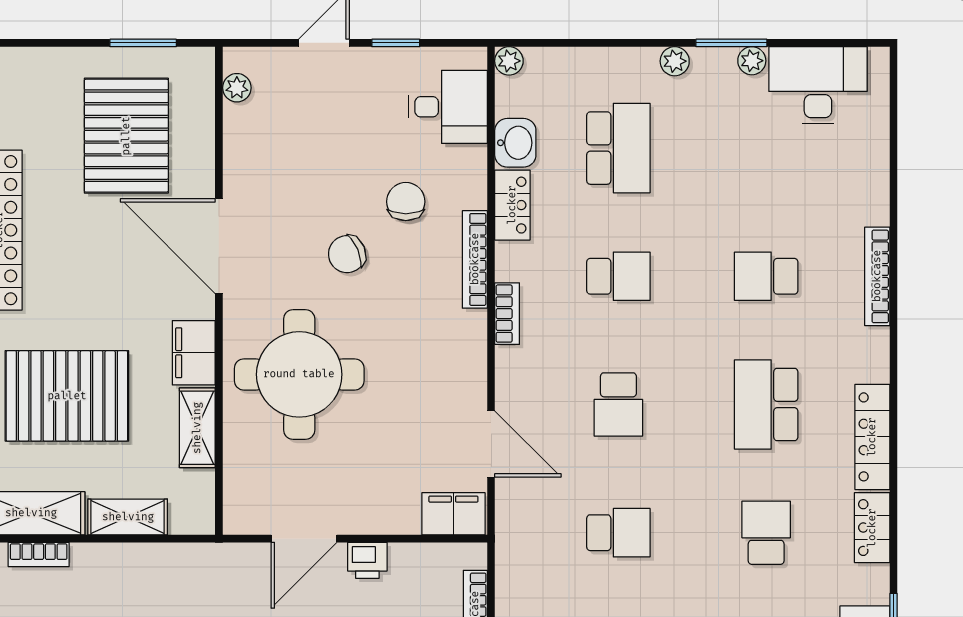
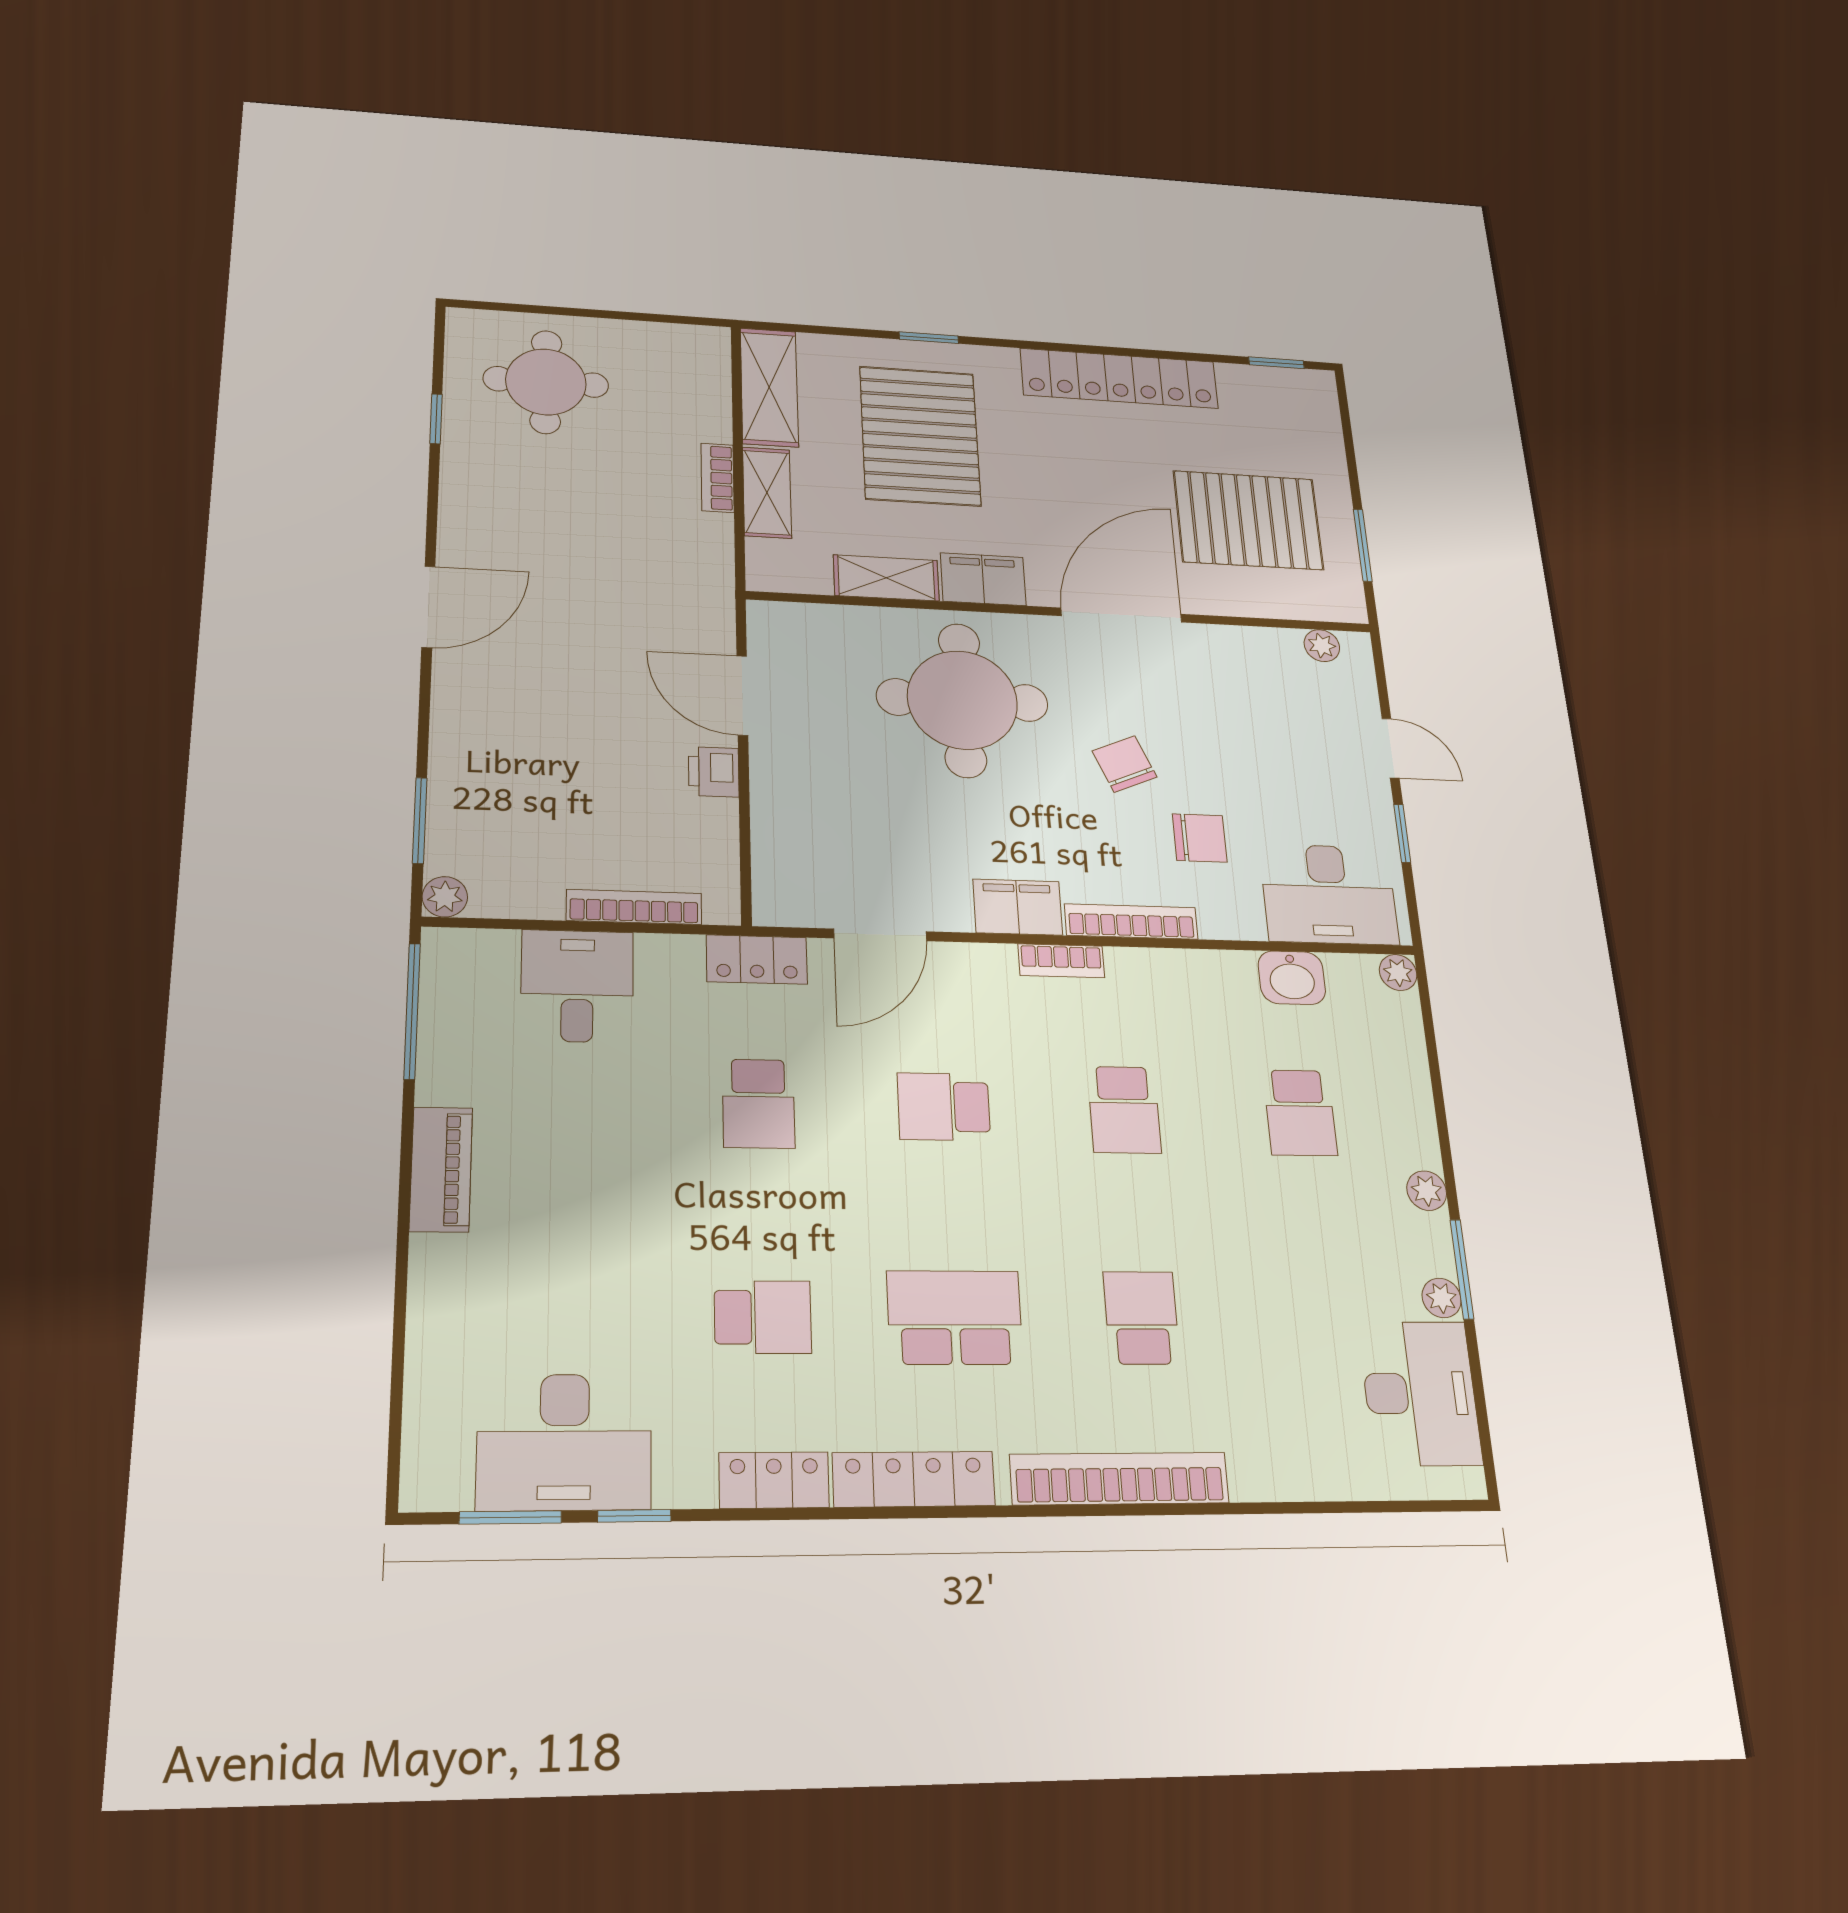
desk: (448, 107) -> (1329, 894), width x1.37
school desk: (618, 148) -> (1300, 1113), width x0.54
locker: (512, 205) -> (757, 959), moved
bookcase: (877, 276) -> (1120, 1479), width x1.48, depth x1.31
filing cabinet: (453, 514) -> (1018, 907), moved, turned -90
bookcase: (39, 555) -> (718, 478), moved

